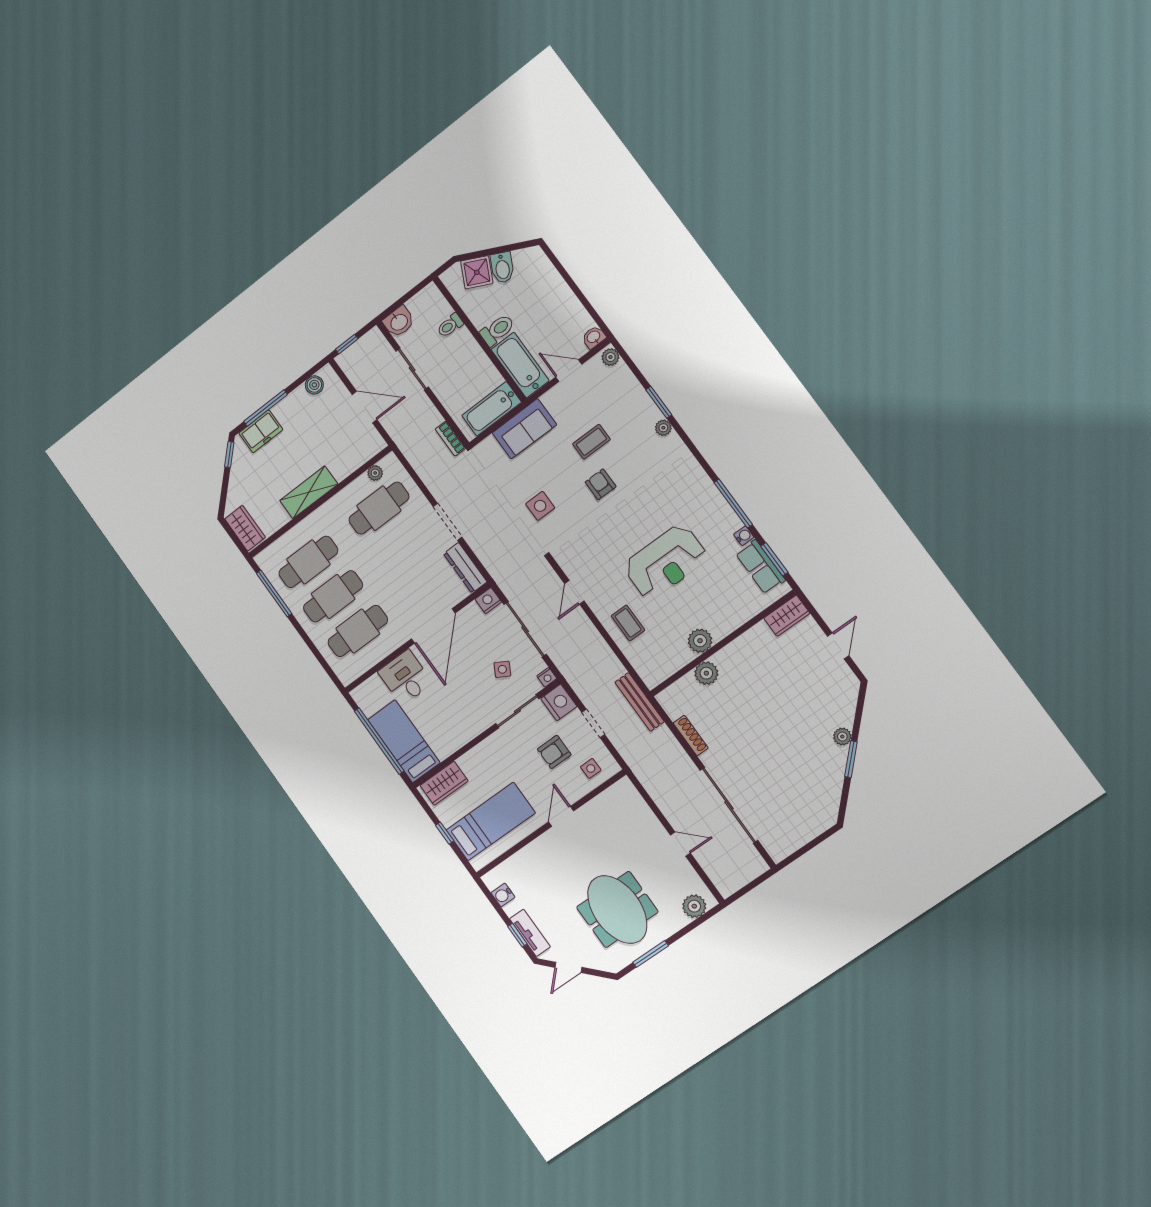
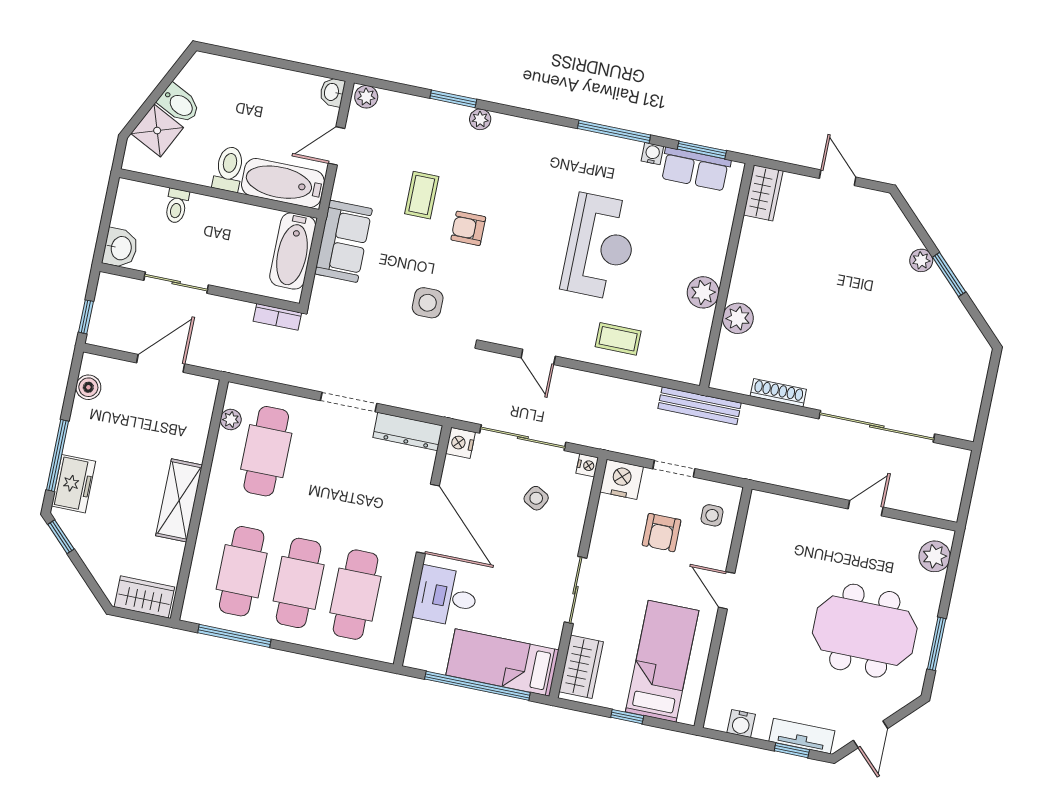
sliding door: (517, 711) -> (576, 590), moved

